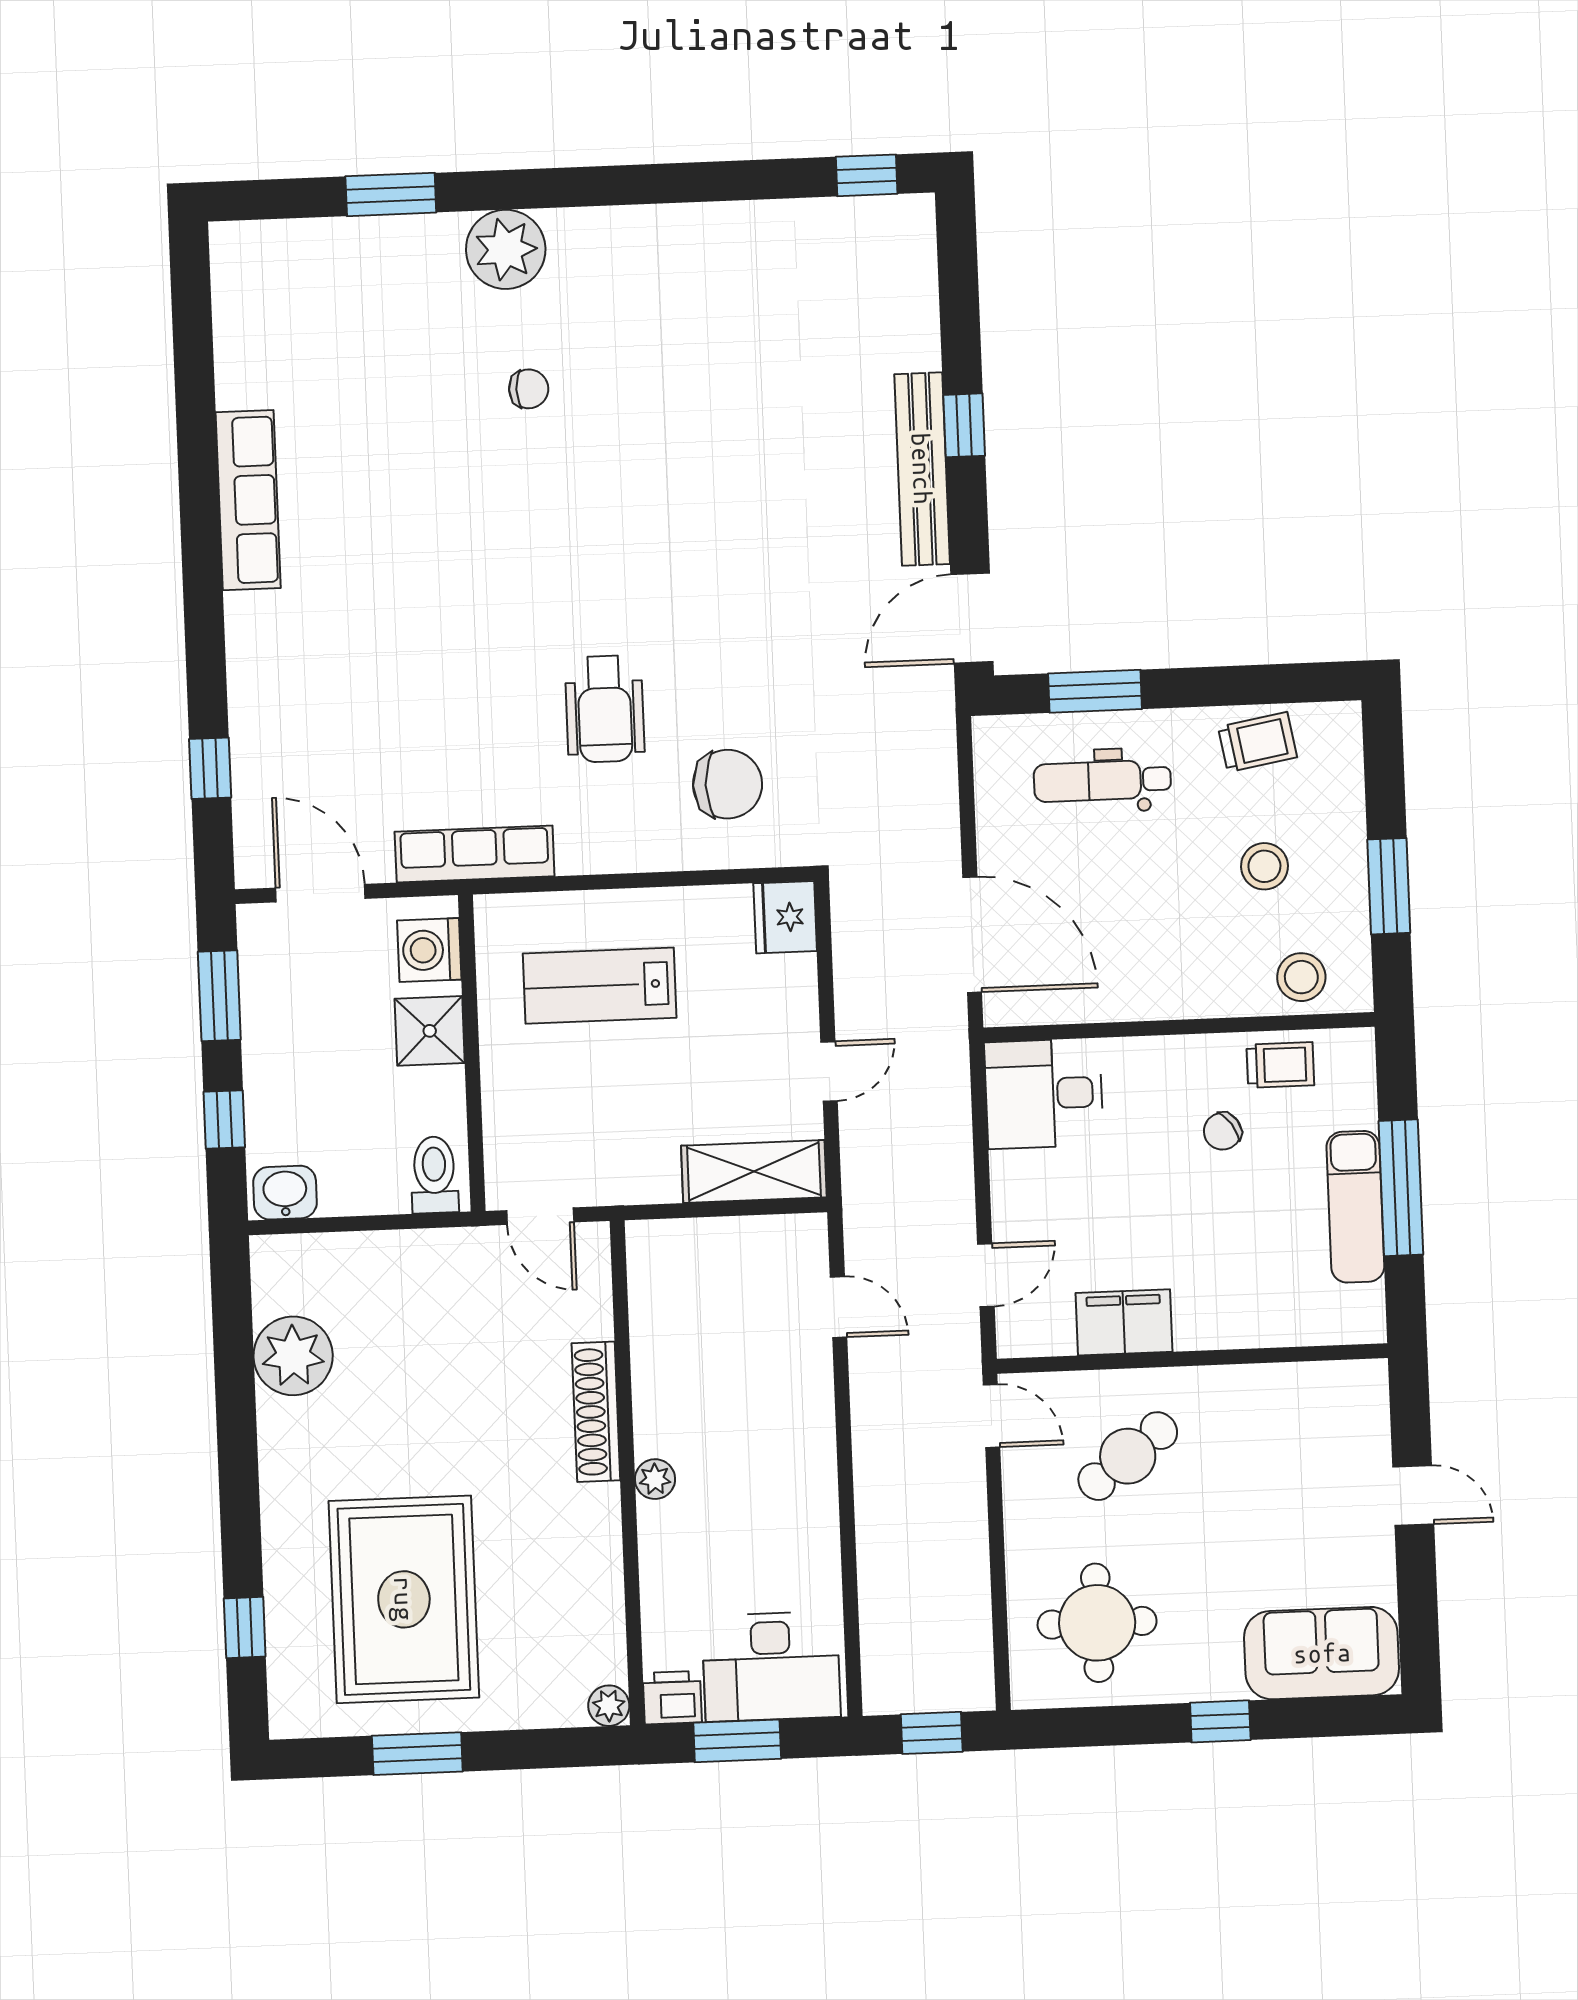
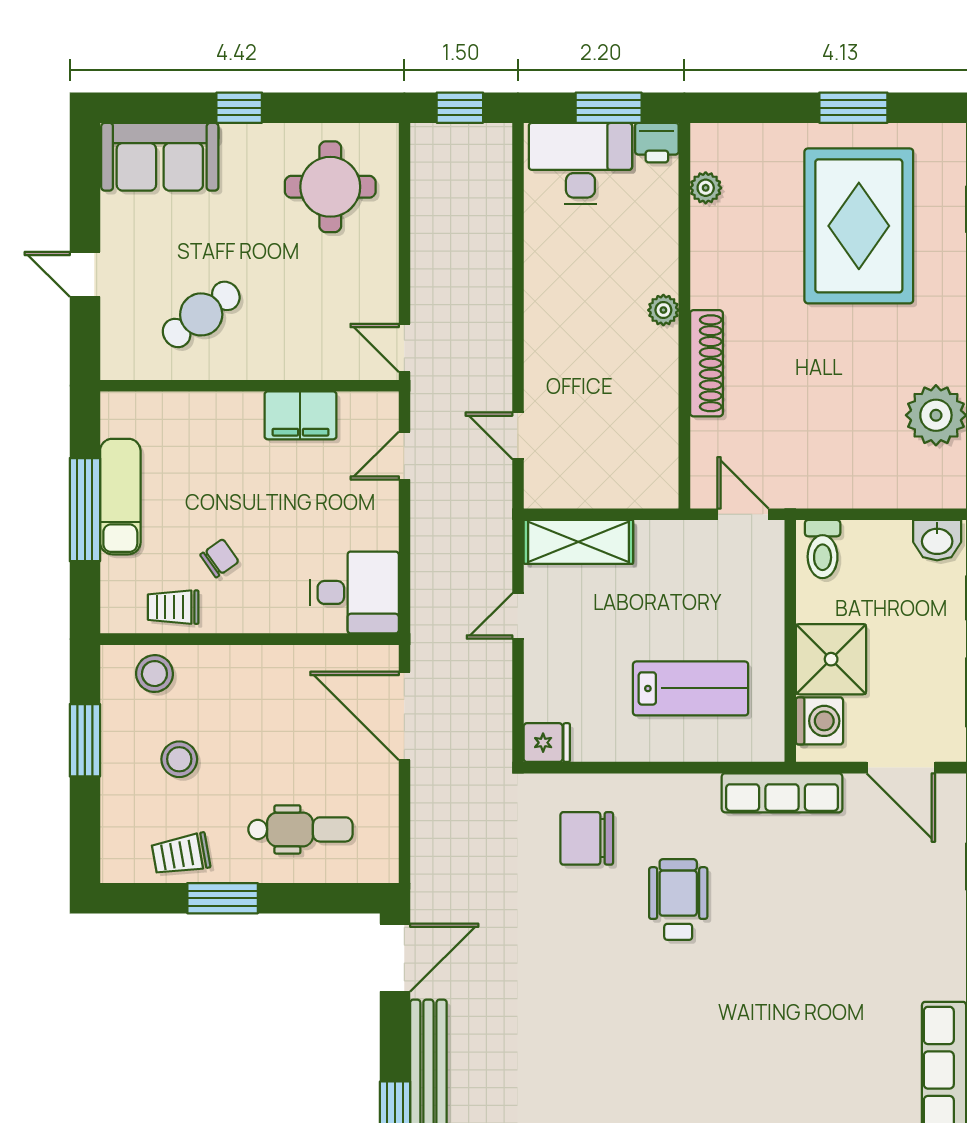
window: (1095, 691) -> (223, 898), moved
fridge: (785, 917) -> (547, 743), width x0.72
shower: (430, 1031) -> (831, 659), width x1.36, depth x1.36
cafe table: (1128, 1456) -> (201, 314), moved
plant: (609, 1706) -> (706, 188), moved

